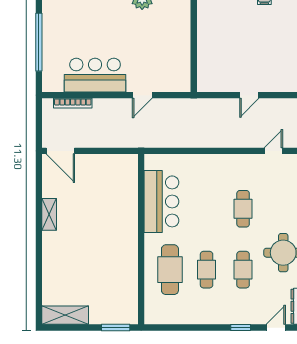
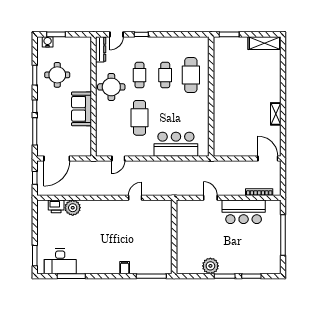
door: (142, 95) -> (210, 198), hinge flipped
bar counter: (161, 201) -> (176, 144), moved, turned 90
cafe table: (243, 209) -> (139, 118), width x1.37, depth x1.35

